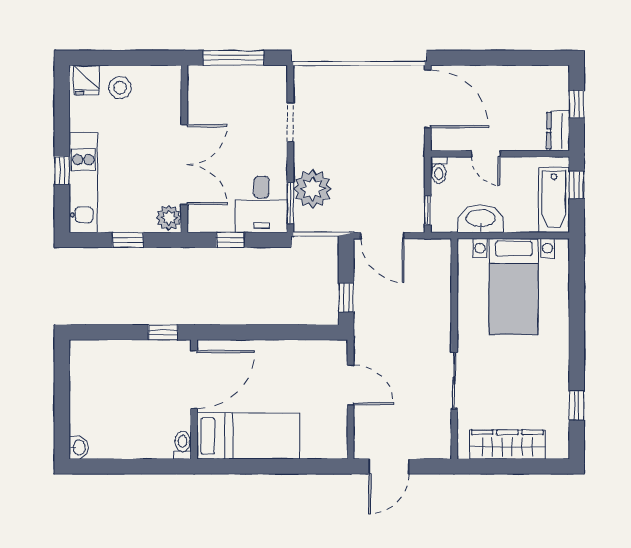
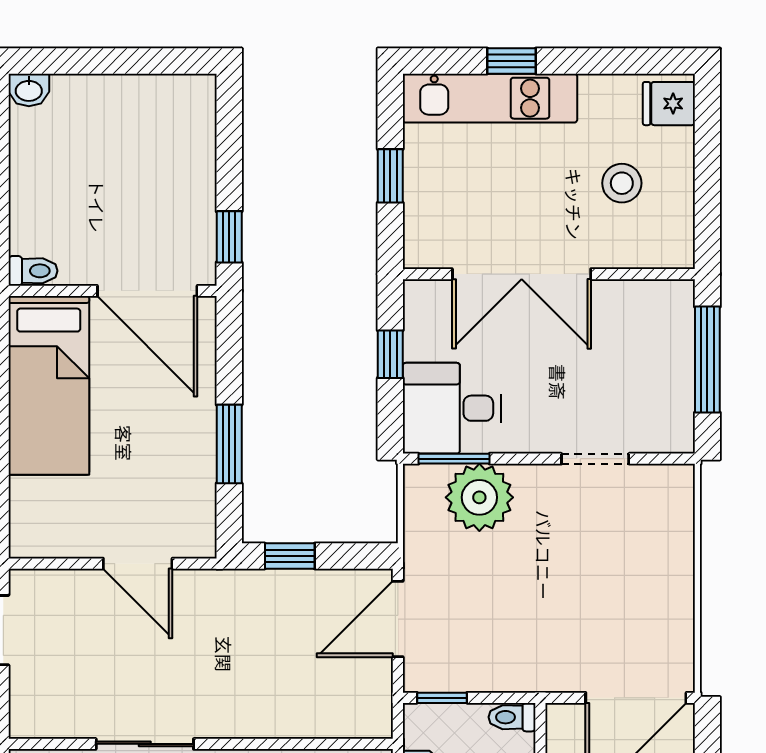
stool: (120, 88) -> (622, 183), moved
plant: (169, 218) -> (429, 247), removed
window: (282, 332) -> (229, 444), added
door: (351, 385) -> (138, 564), hinge flipped

